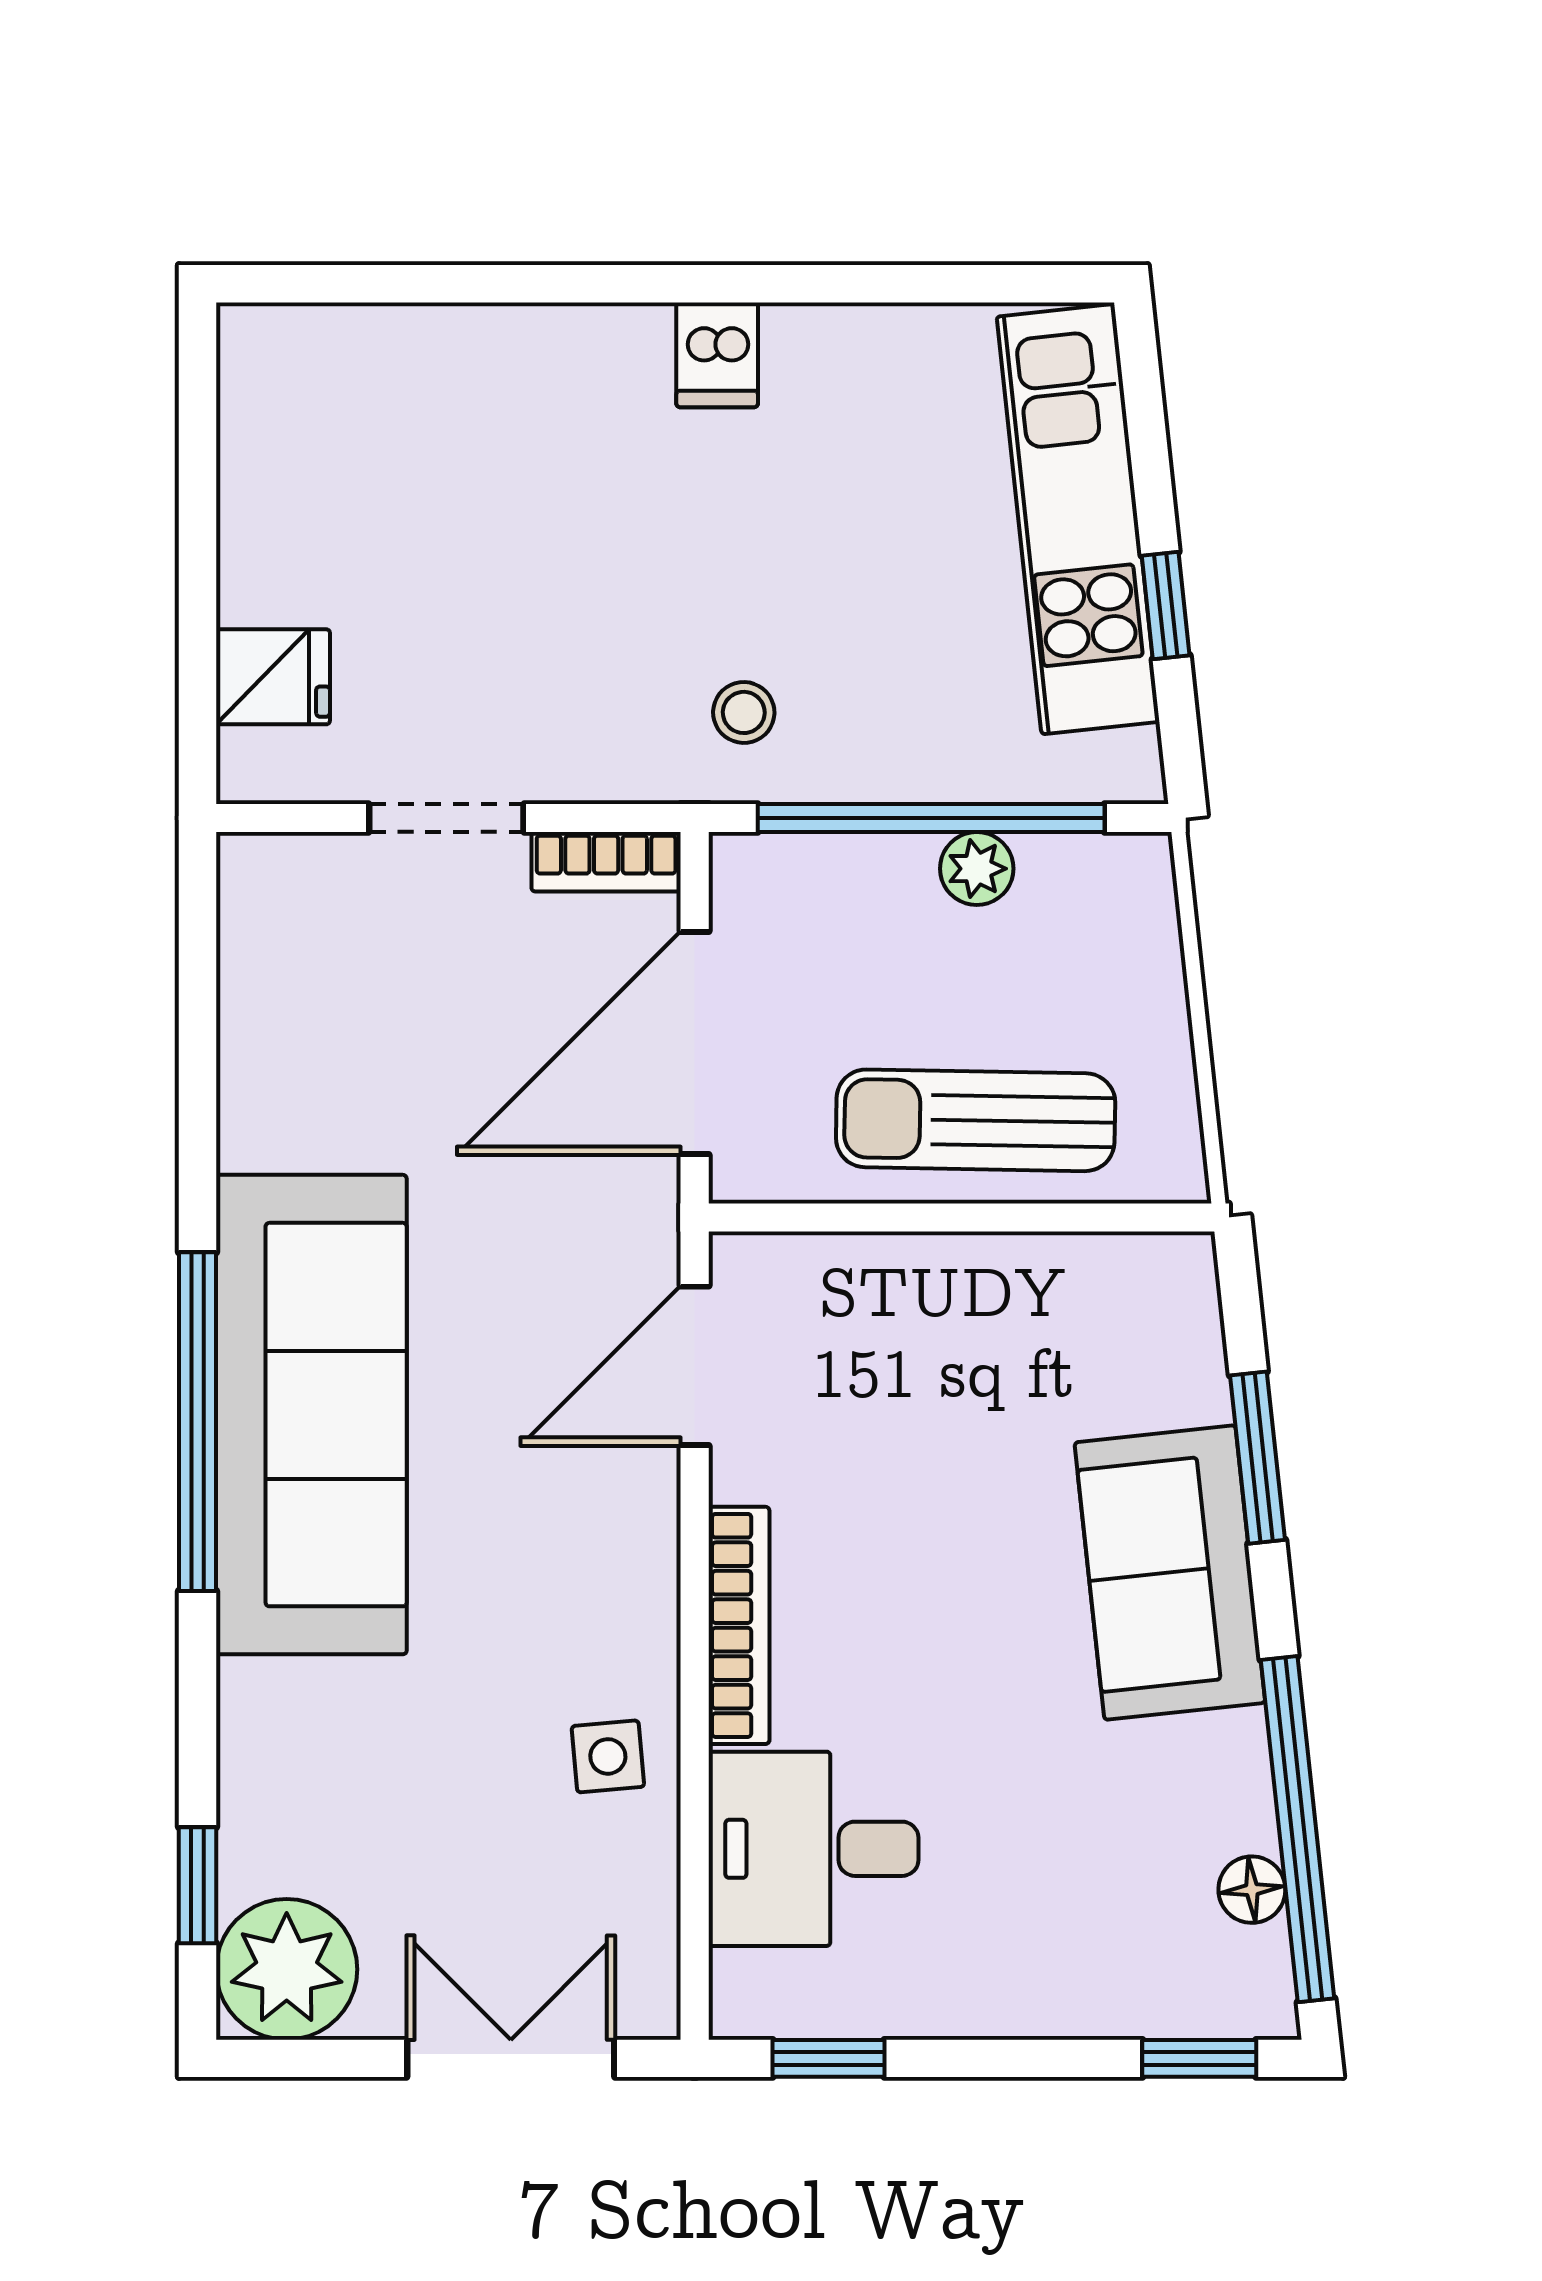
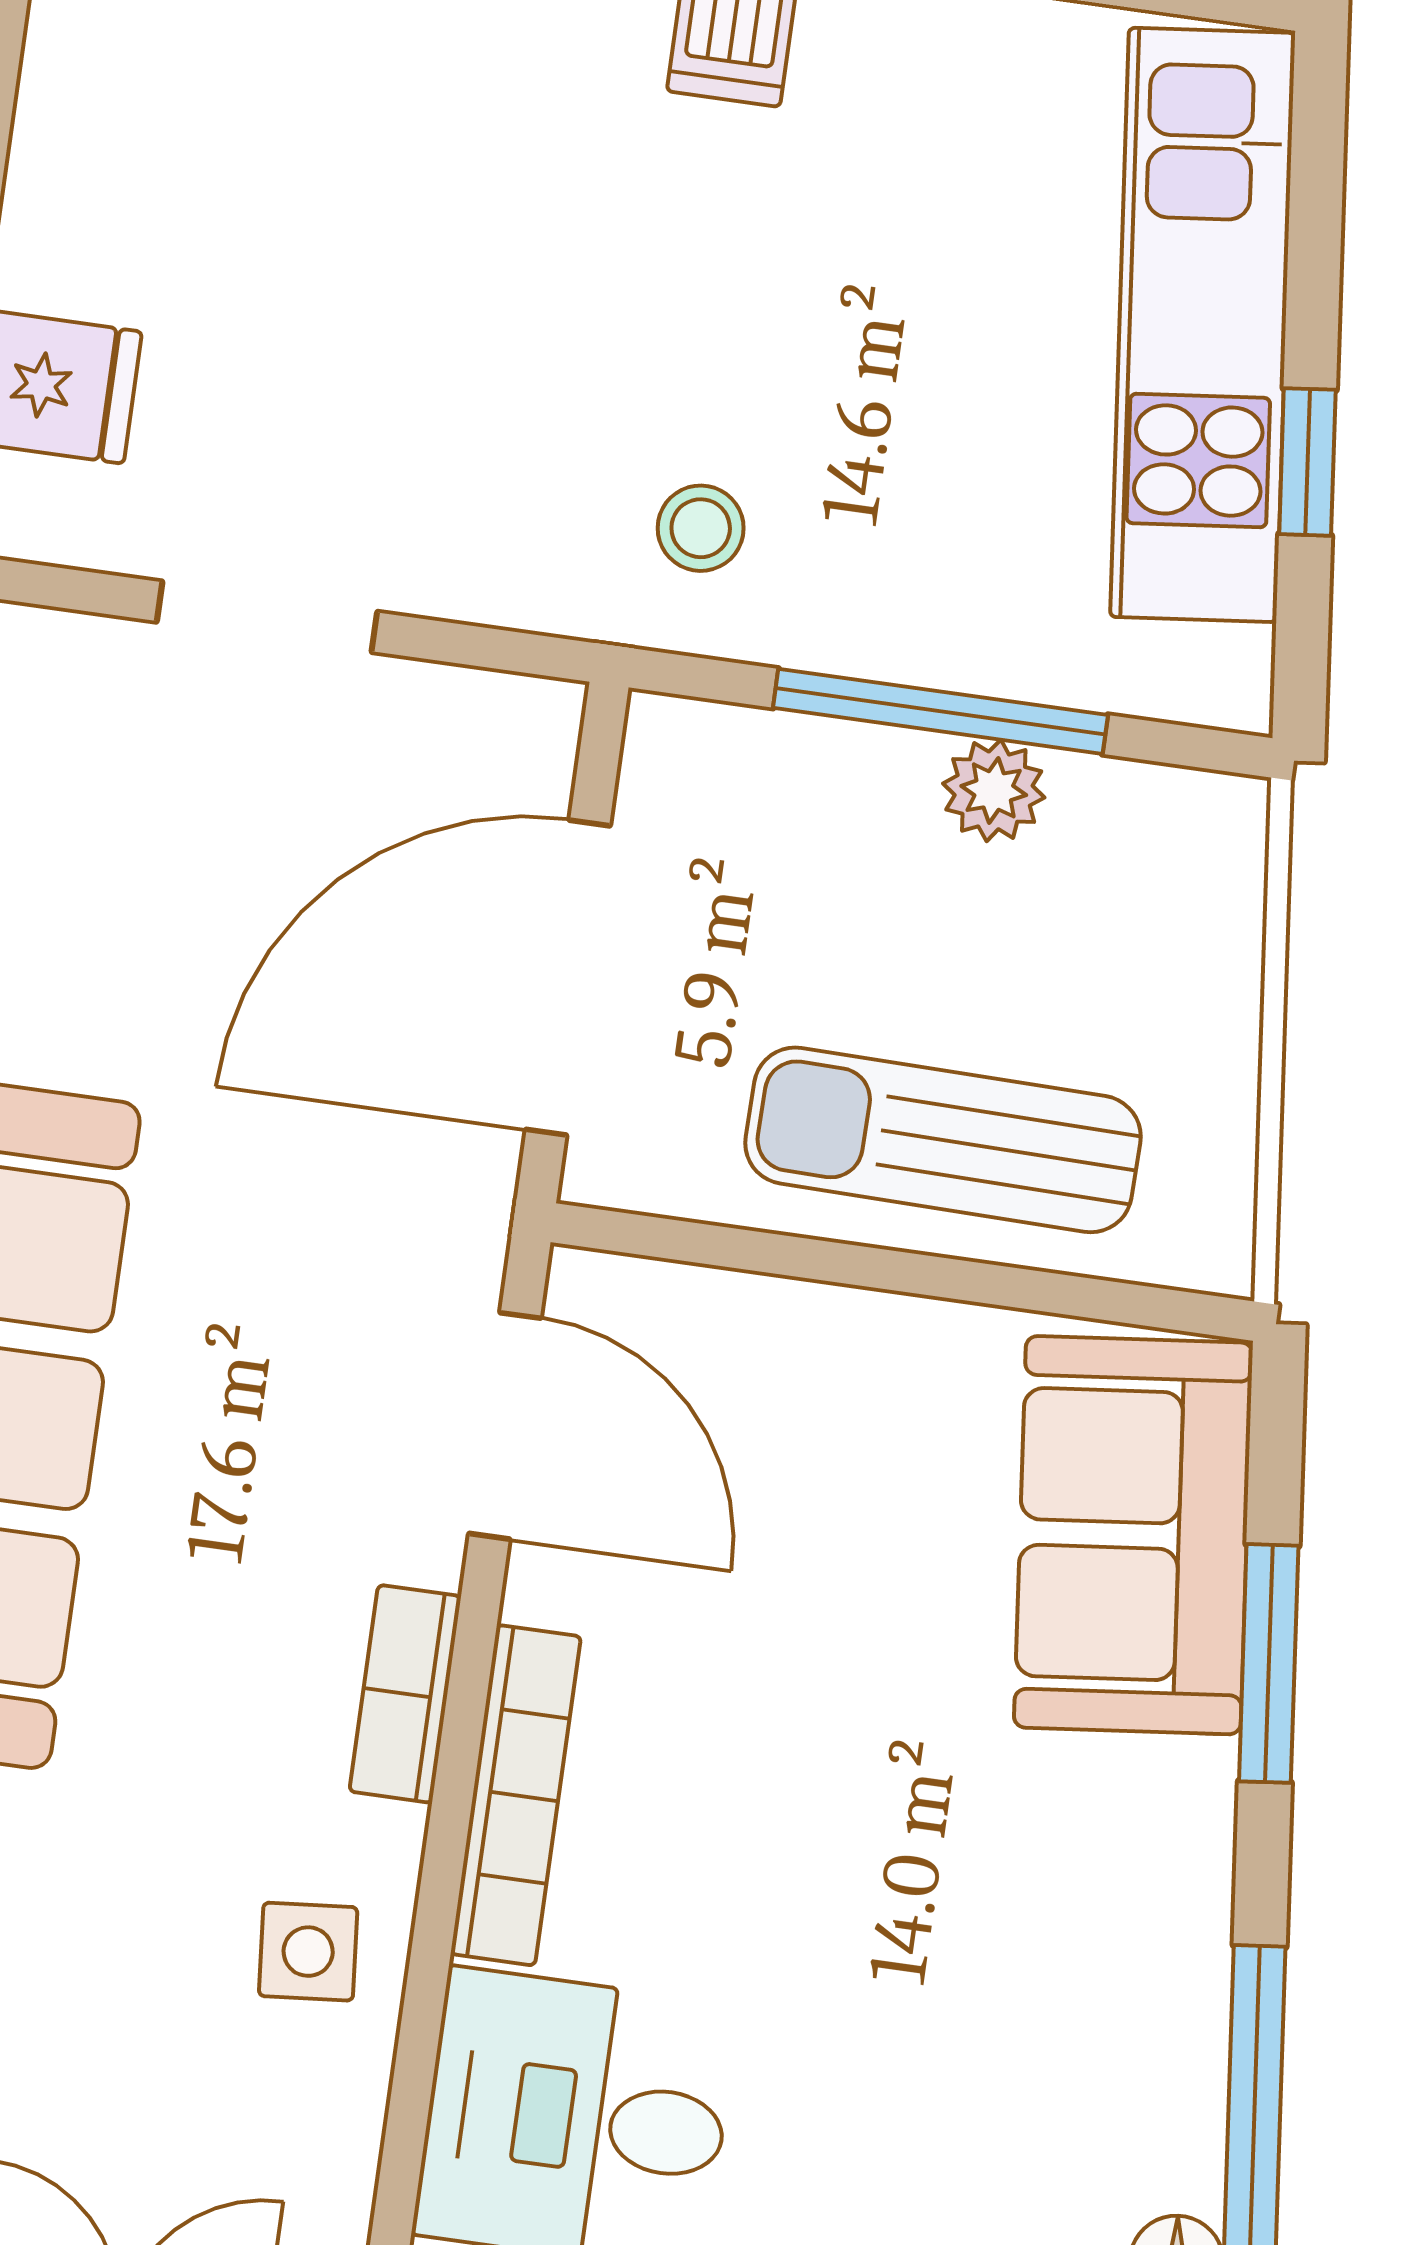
window: (931, 818) -> (940, 711), width x0.68
bookcase: (606, 862) -> (405, 1694), moved, turned 90
door: (695, 1366) -> (505, 1426), swing flipped
sofa: (1170, 1573) -> (1133, 1535), moved

